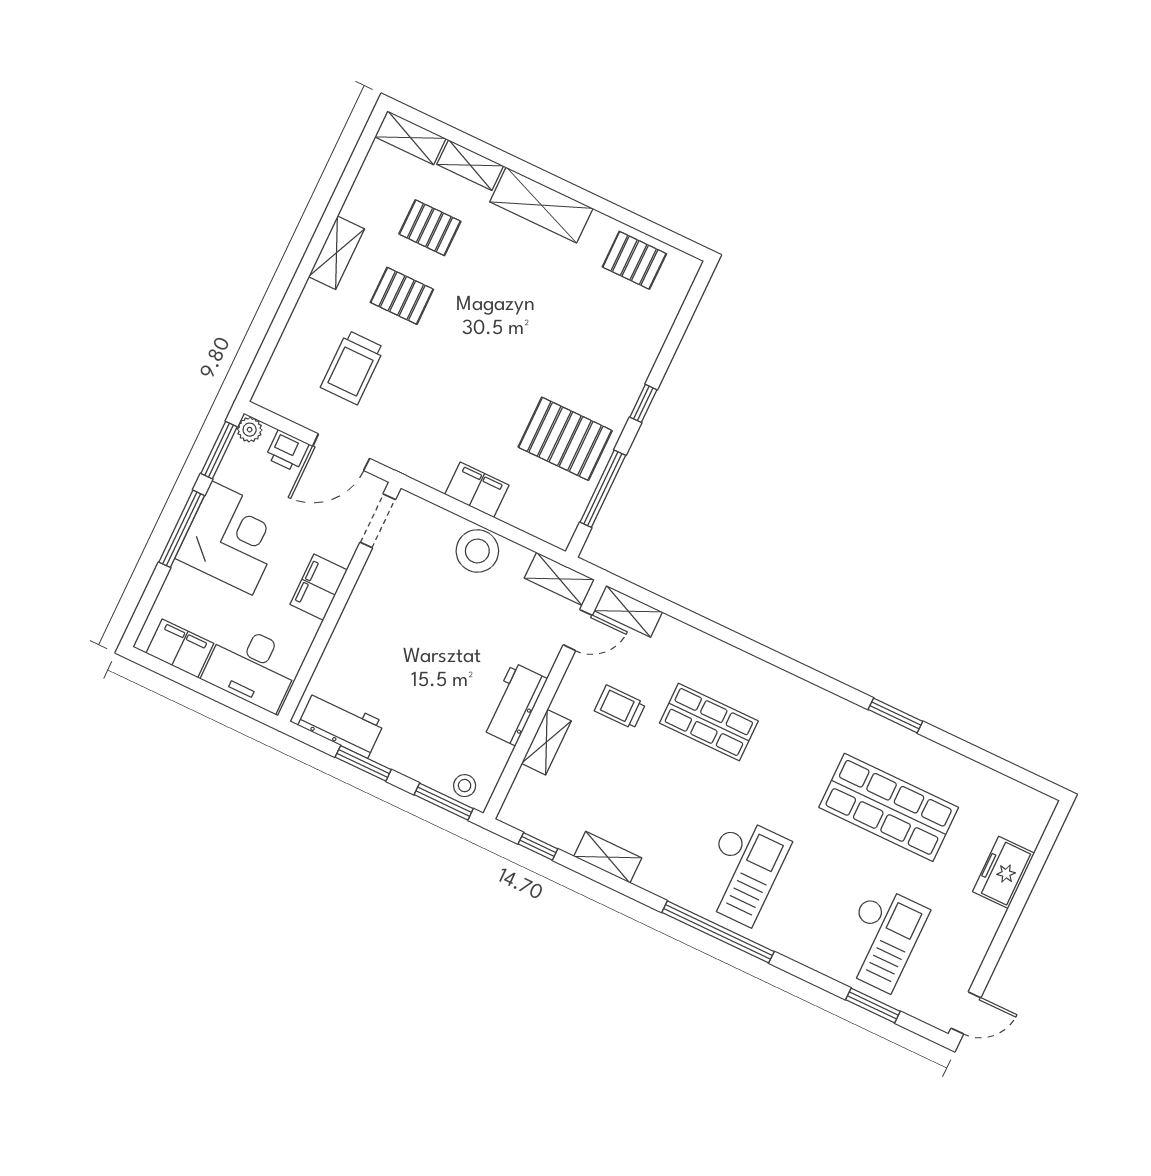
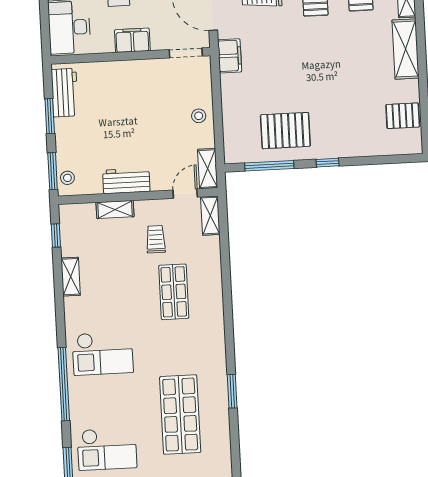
pallet: (634, 260) -> (403, 116), turned 90
pallet: (565, 439) -> (285, 131), turned 90
filing cabinet: (477, 490) -> (230, 56), moved
stool: (477, 551) -> (199, 116), width x0.53, depth x0.53
door: (578, 630) -> (185, 194), swing flipped
window: (718, 932) -> (64, 384), moved

